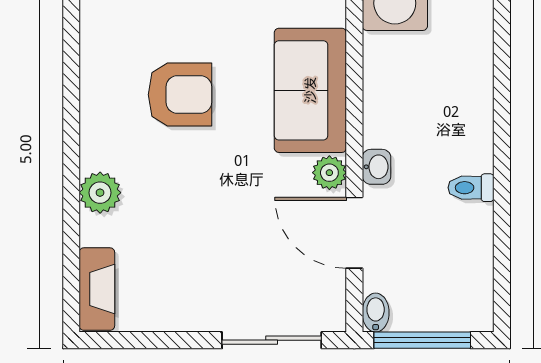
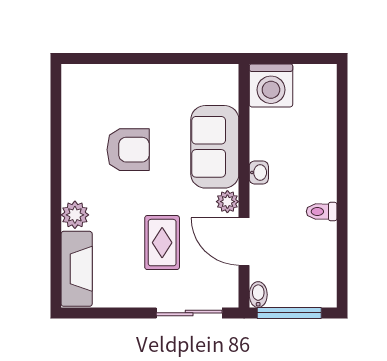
washbasin: (377, 167) -> (259, 172), moved
rug: (231, 234) -> (162, 243), added
fireplace: (97, 289) -> (77, 269), width x1.37, depth x1.32

